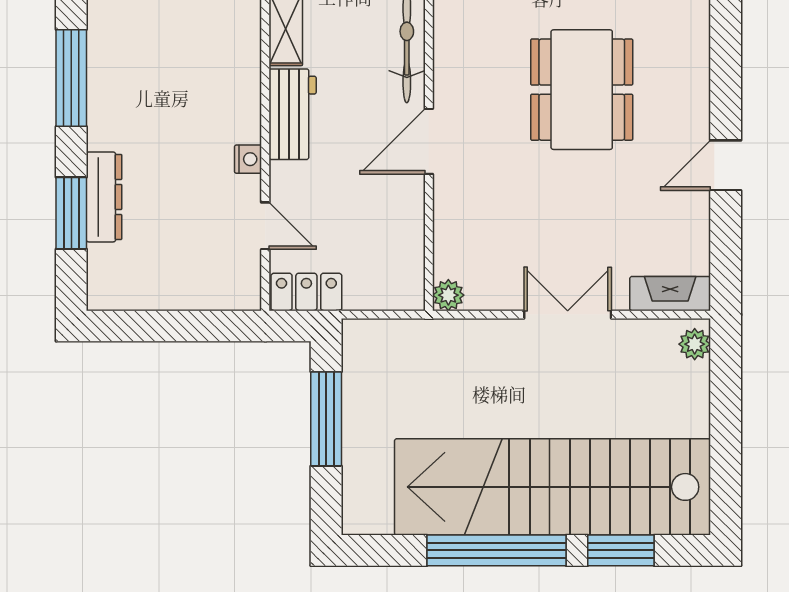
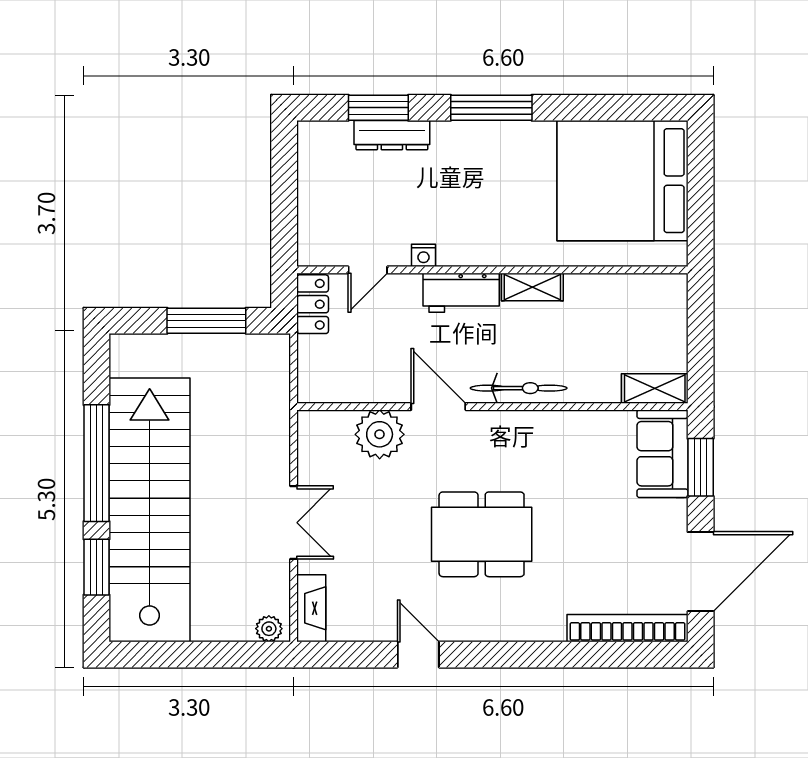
plant: (448, 295) -> (380, 434), moved, width x1.88, depth x1.88

